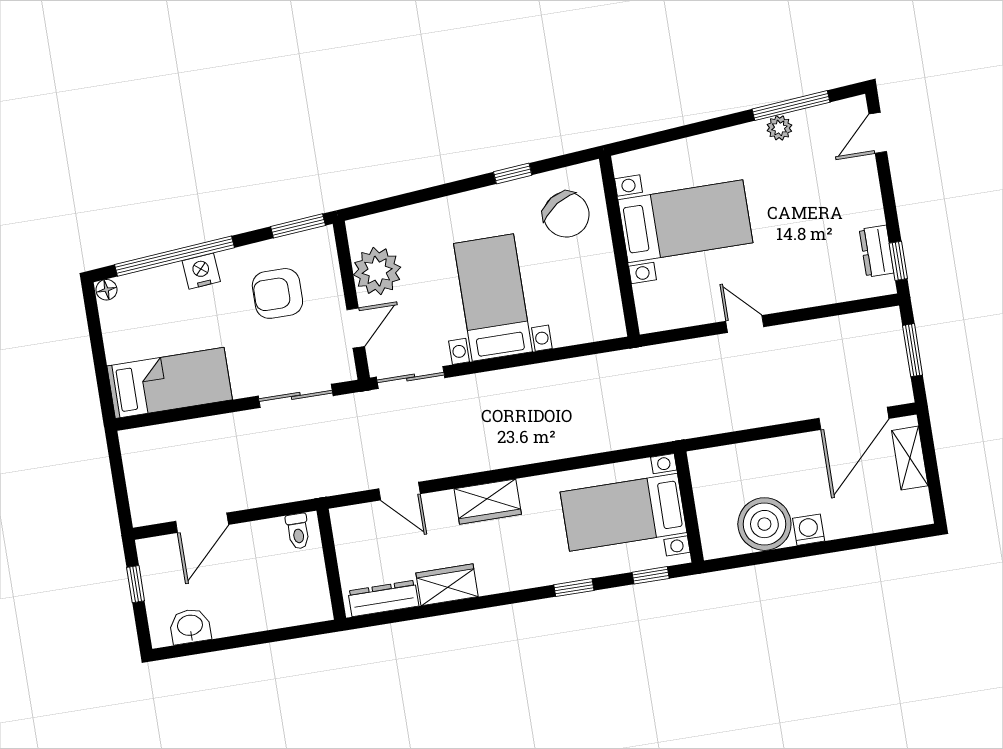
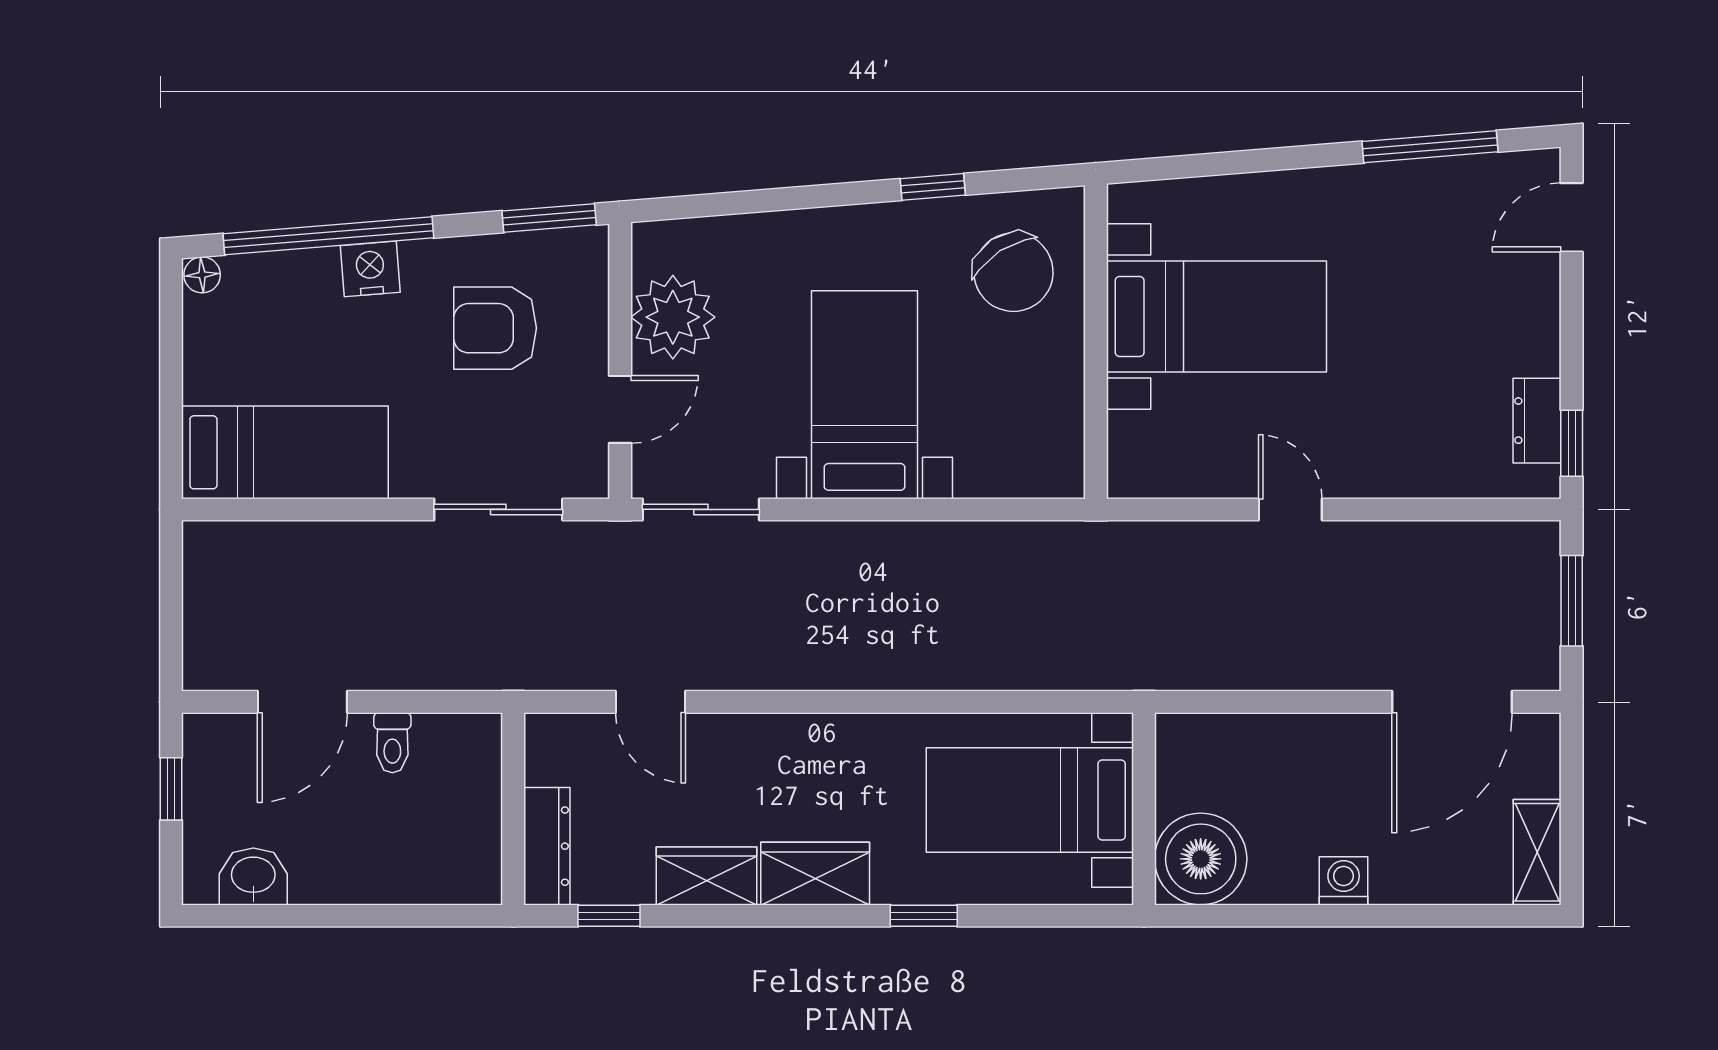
plant: (779, 128) -> (1404, 182), removed
shelving: (910, 458) -> (1537, 852), moved
wardrobe: (488, 502) -> (815, 874), moved, turned 180
boiler: (764, 524) -> (1201, 859), moved
toilet: (298, 531) -> (392, 743), moved
window: (651, 575) -> (609, 916), moved
dresser: (383, 598) -> (547, 846), moved, turned 90

